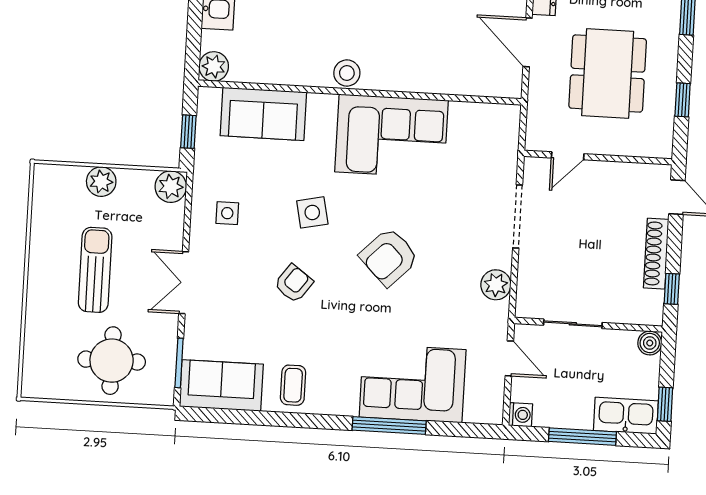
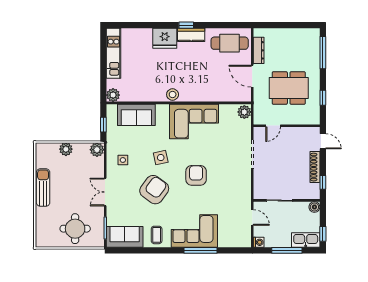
dining table: (608, 73) -> (289, 88), turned 90
armchair: (389, 257) -> (196, 175), turned 135
sun lounger: (95, 270) -> (43, 188), moved
armchair: (294, 283) -> (154, 190), width x1.88, depth x1.88
plant: (496, 285) -> (244, 112), moved
corner sofa: (413, 383) -> (194, 231), moved

